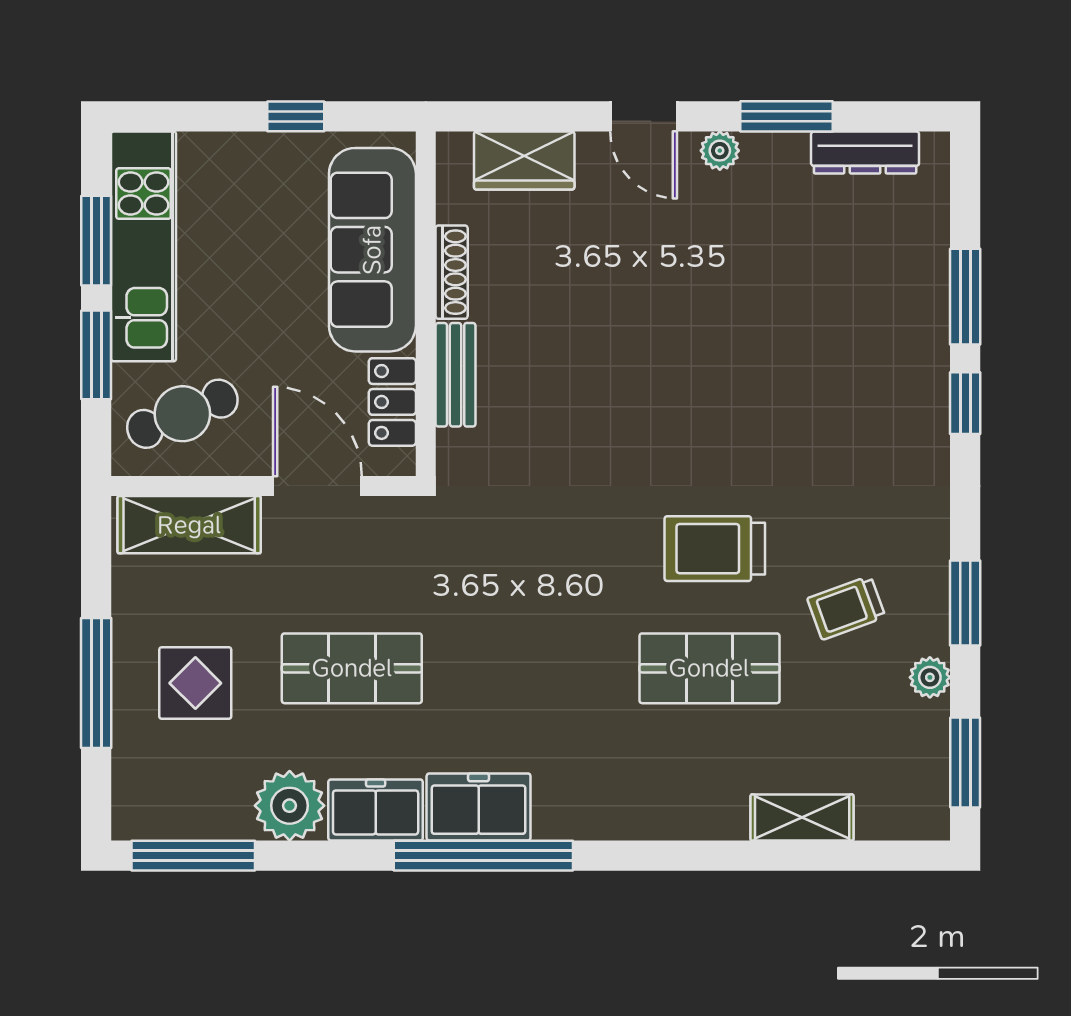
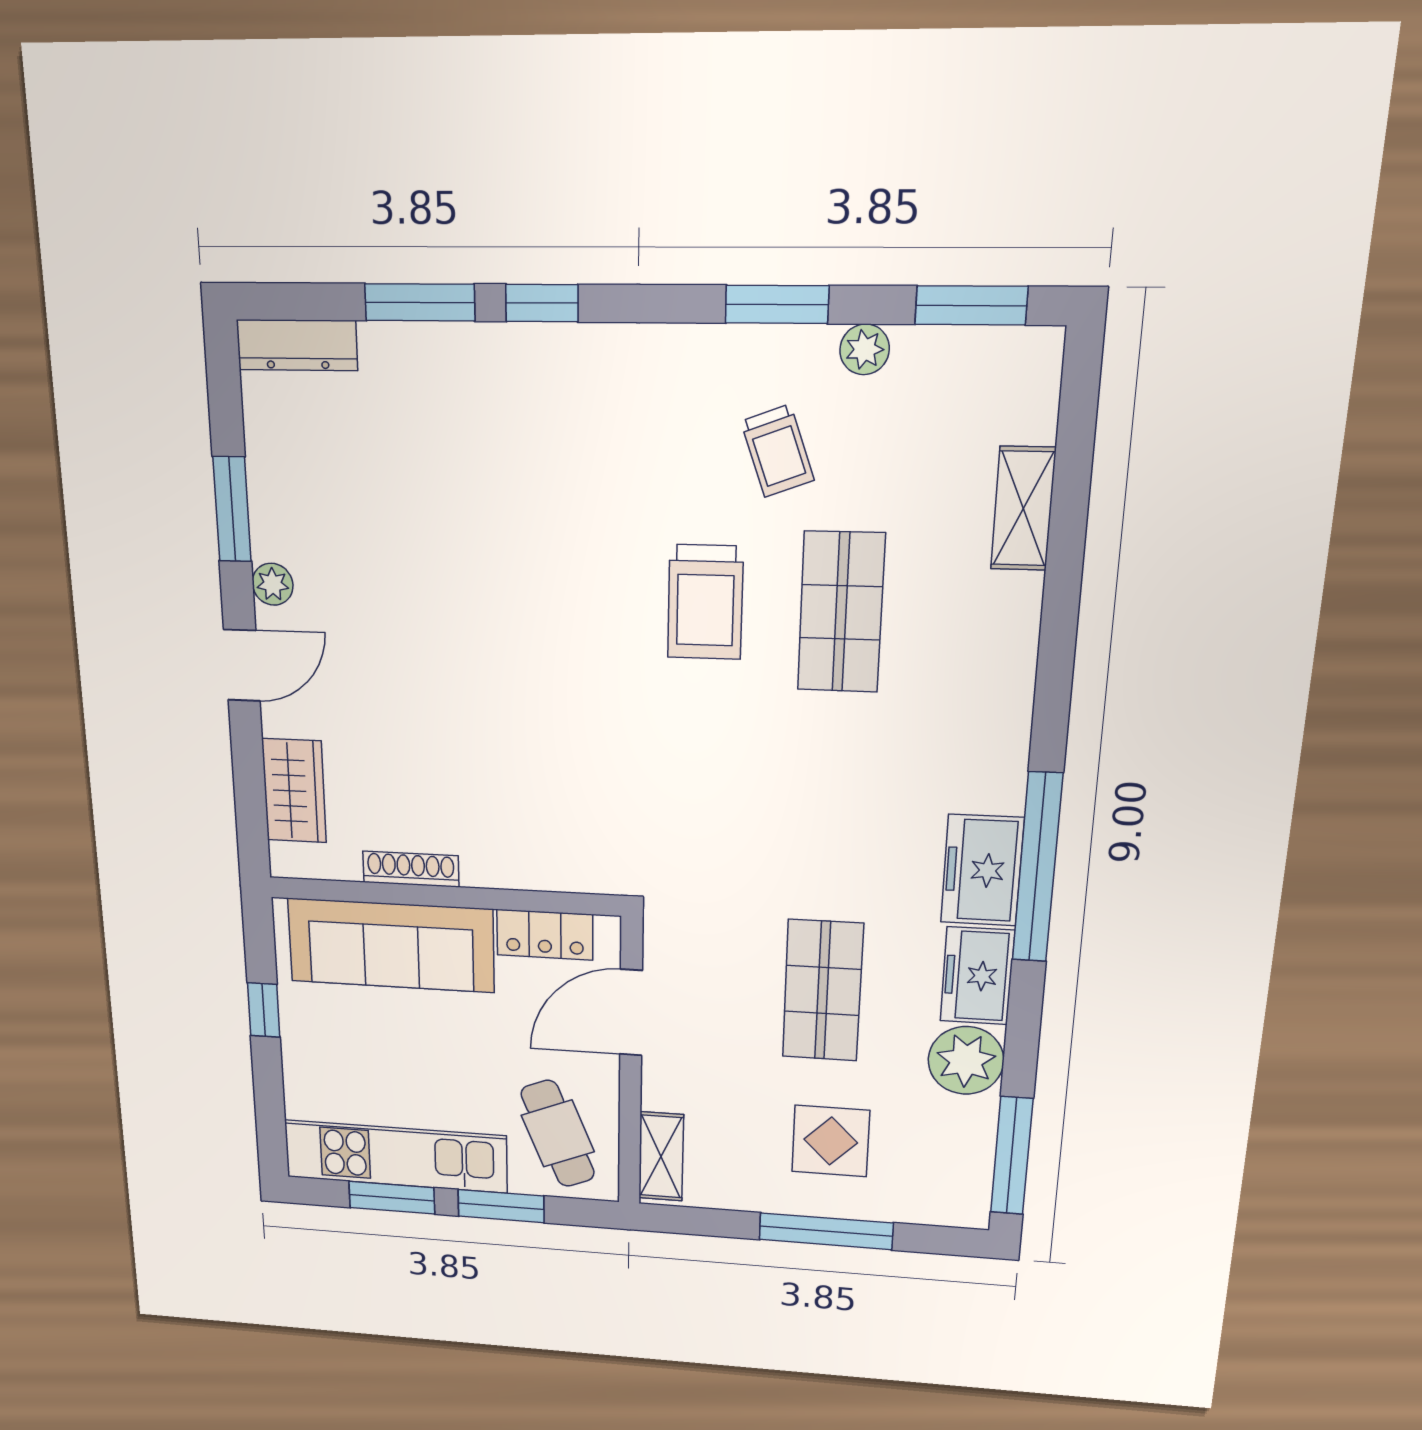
dresser: (865, 152) -> (297, 345), moved, turned 90
bench: (456, 375) -> (516, 871), removed
shelving: (189, 525) -> (661, 1156), width x0.67, depth x0.75

